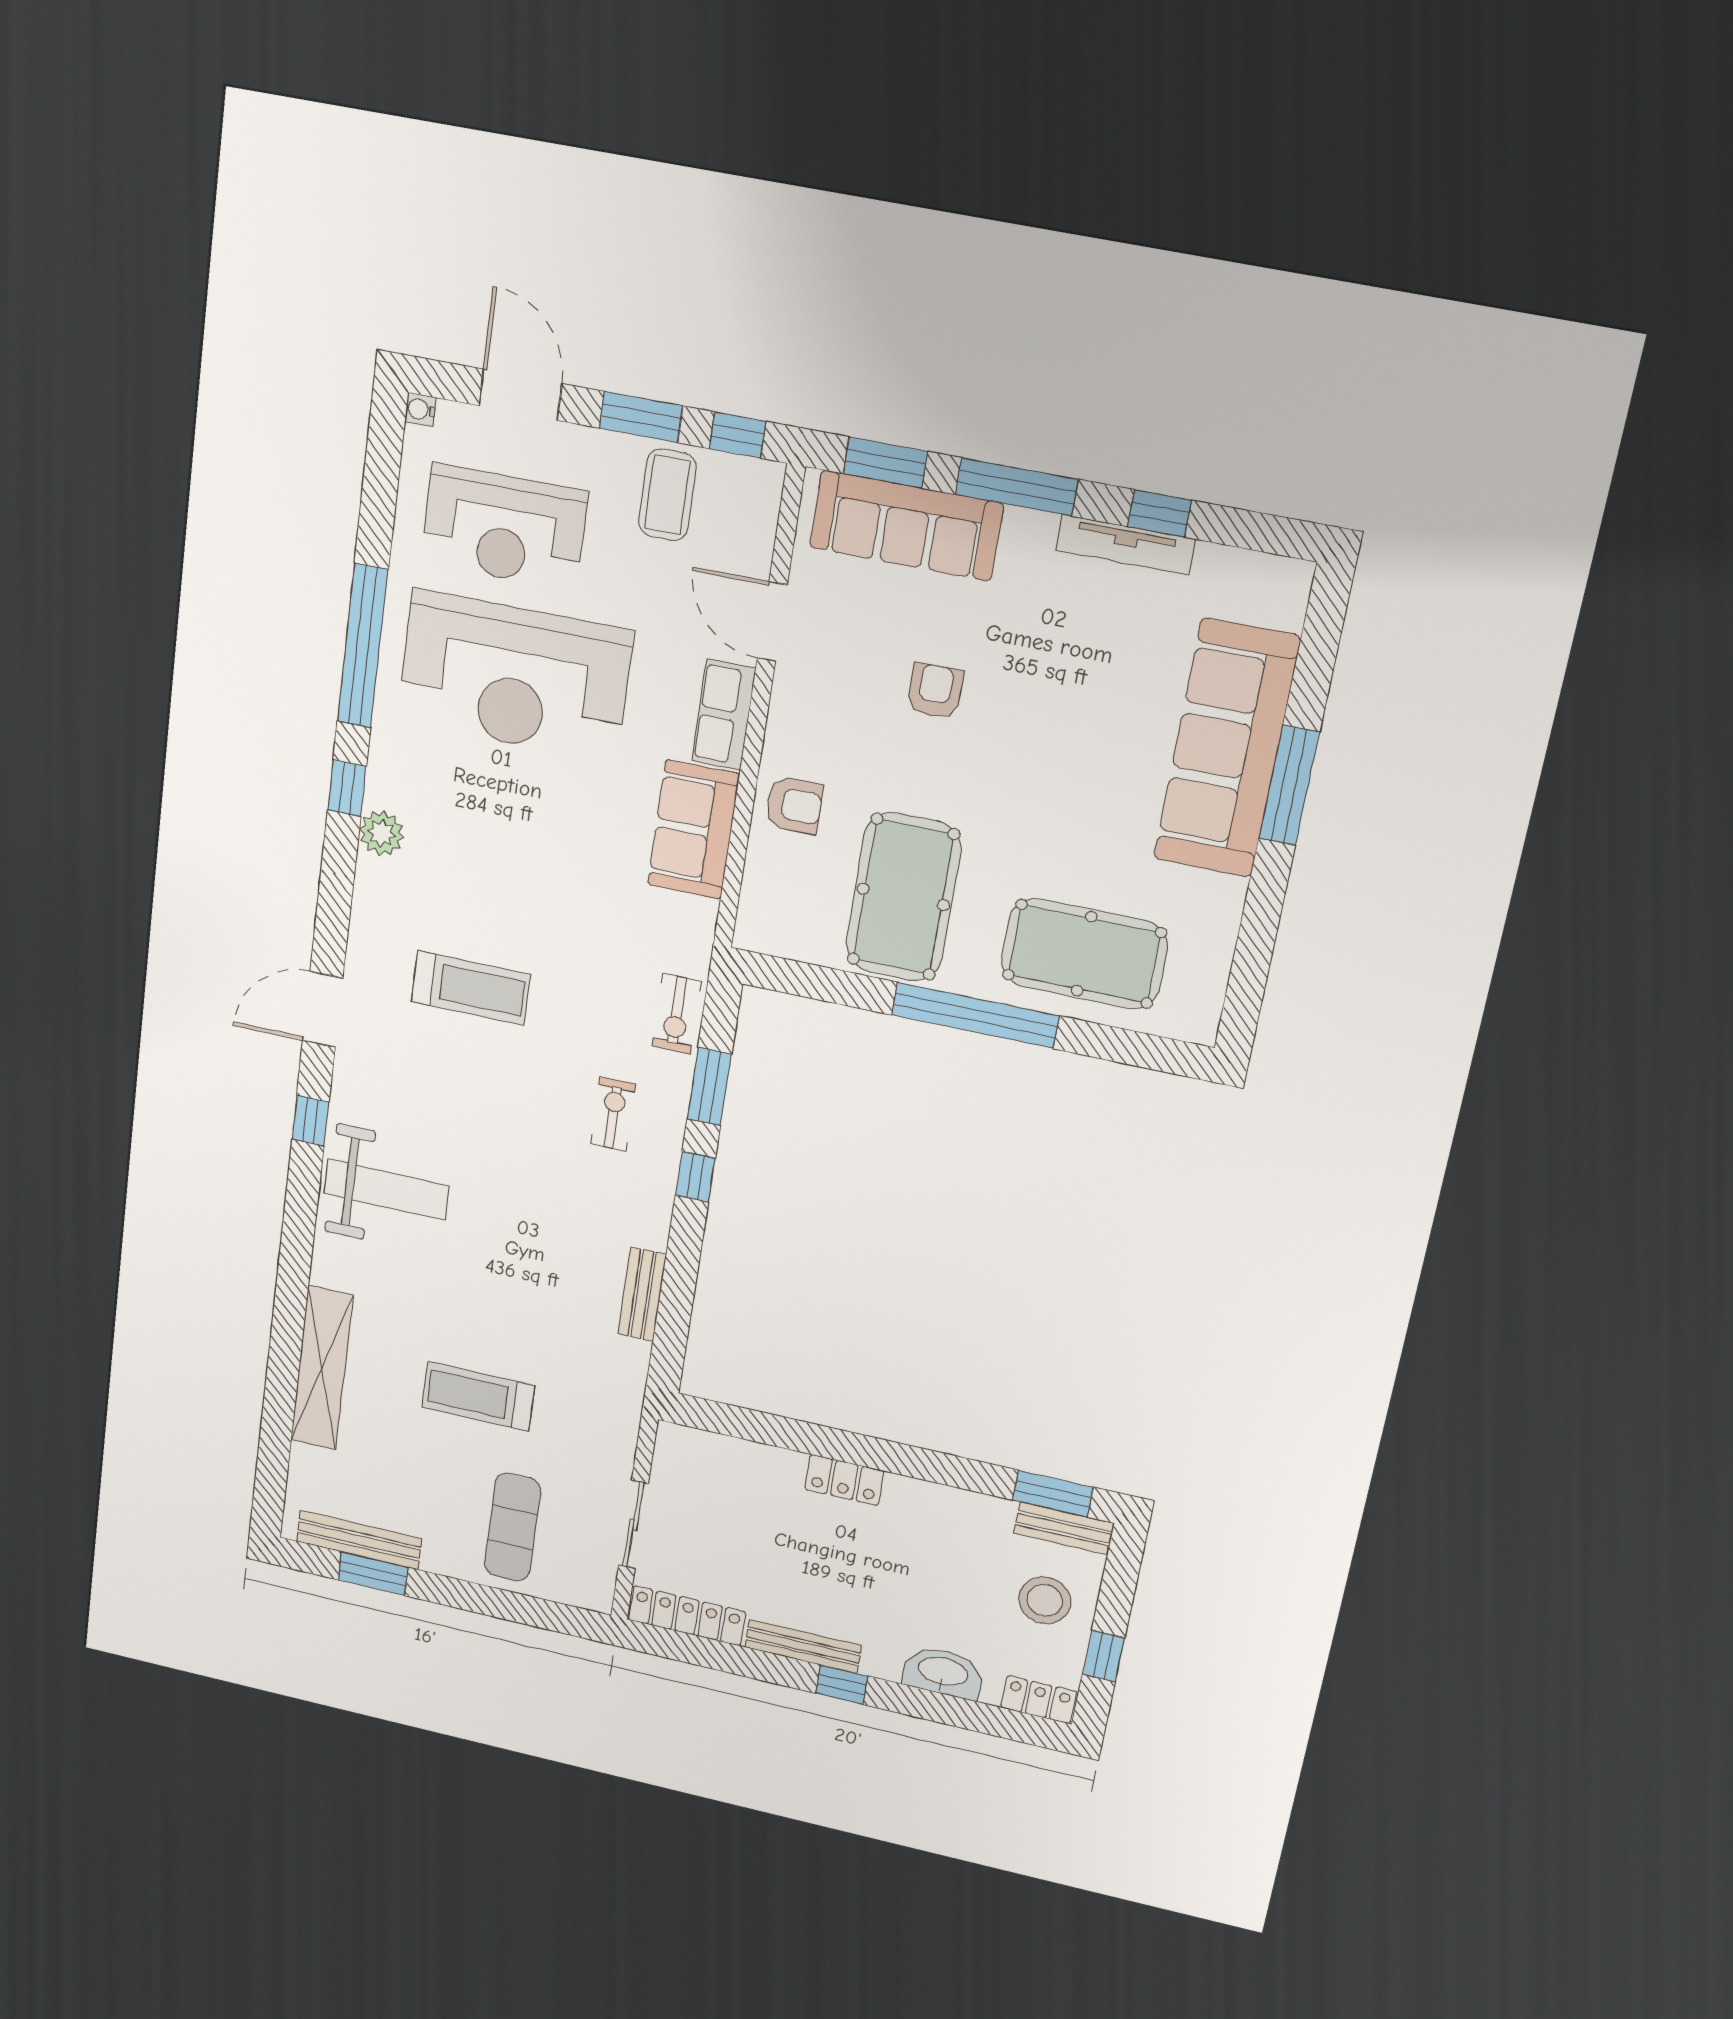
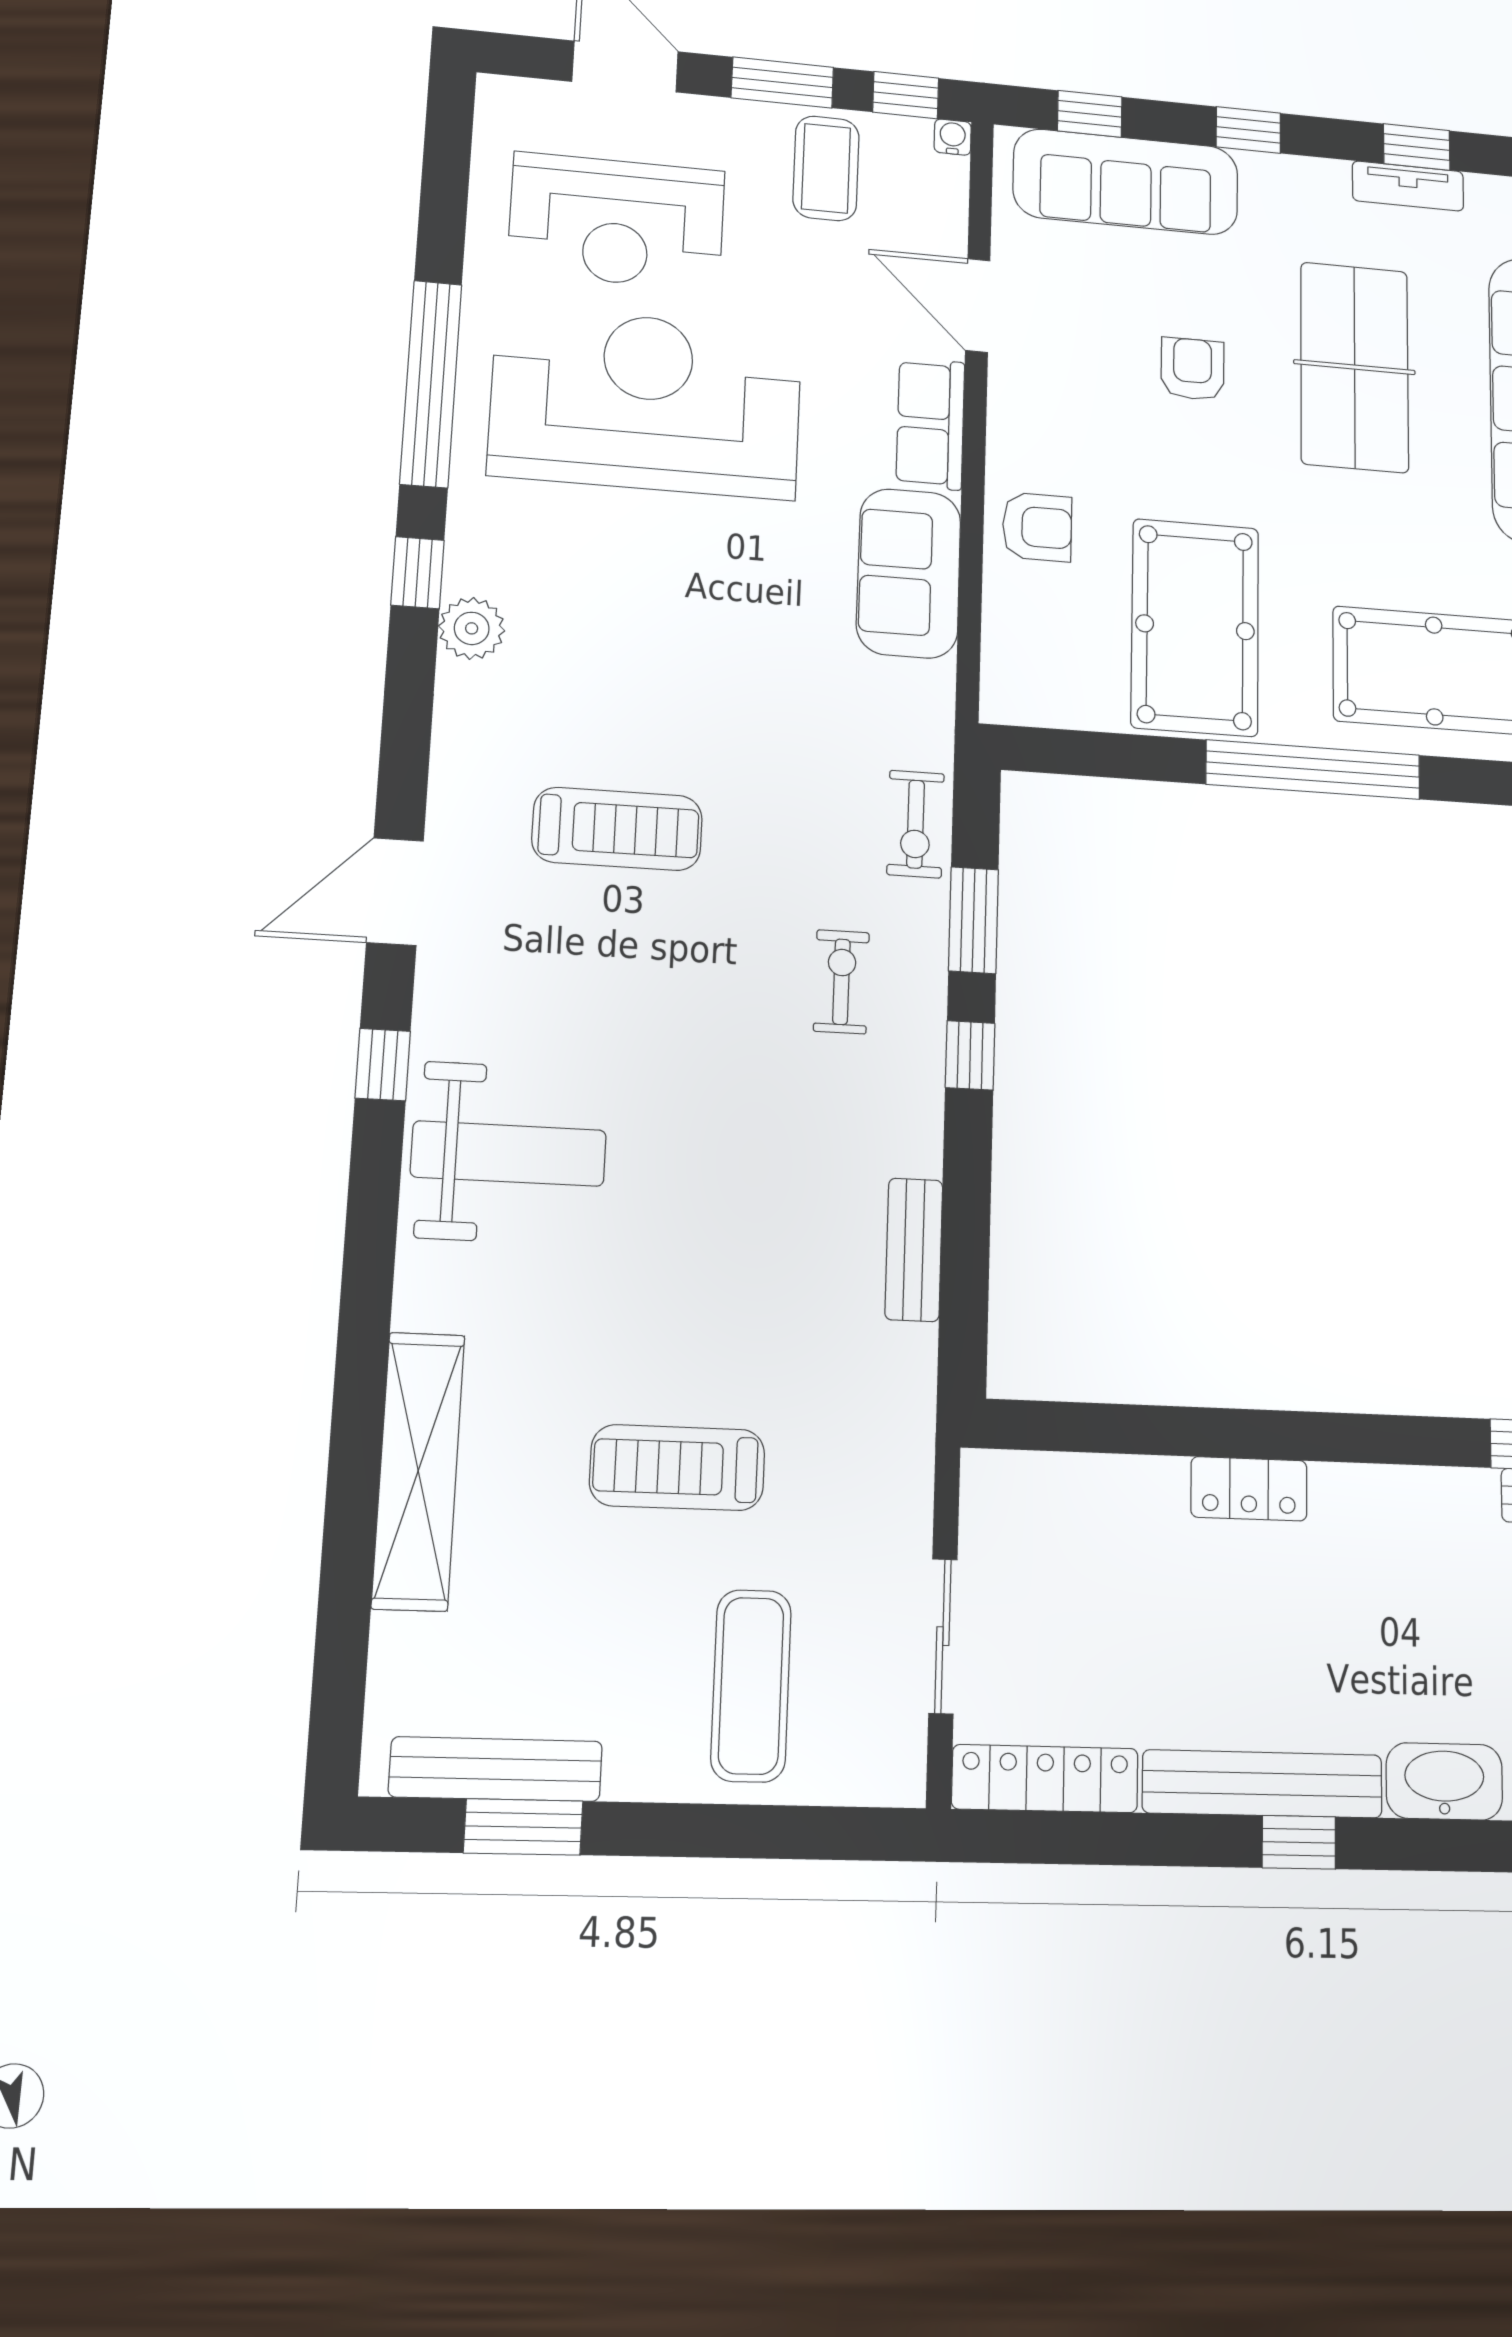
water cooler: (420, 410) -> (953, 137), moved, turned 90
window: (885, 463) -> (1090, 114), width x0.67
window: (1016, 487) -> (1248, 130), width x0.46
tv unit: (1125, 545) -> (1408, 186), width x0.71
reception desk: (515, 676) -> (646, 403), turned 180
table tennis table: (1068, 702) -> (1355, 367), added
bench: (803, 1646) -> (1263, 1784), width x1.37, depth x1.21

